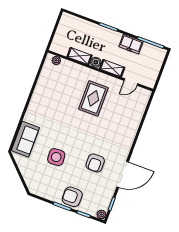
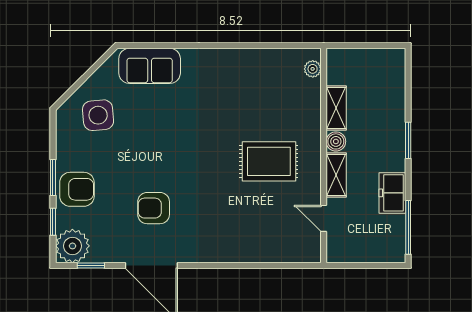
side table: (56, 157) -> (98, 115), moved
armchair: (72, 197) -> (77, 189), turned 90
plant: (101, 214) -> (72, 246), width x1.88, depth x1.88

